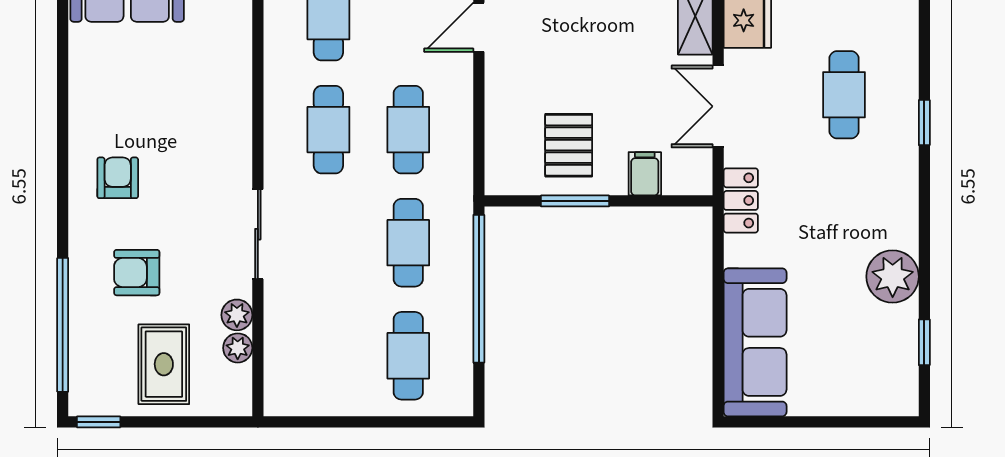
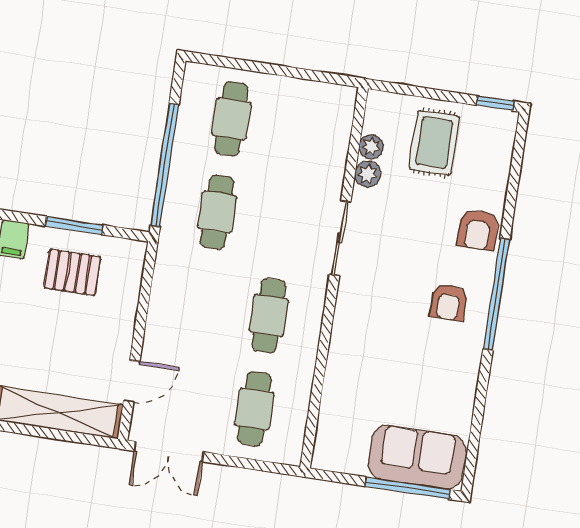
cafe table: (408, 130) -> (203, 305), removed
pallet: (569, 145) -> (72, 272), turned 90
armchair: (137, 273) -> (478, 230), moved, turned 90
window: (63, 325) -> (496, 294), moved

